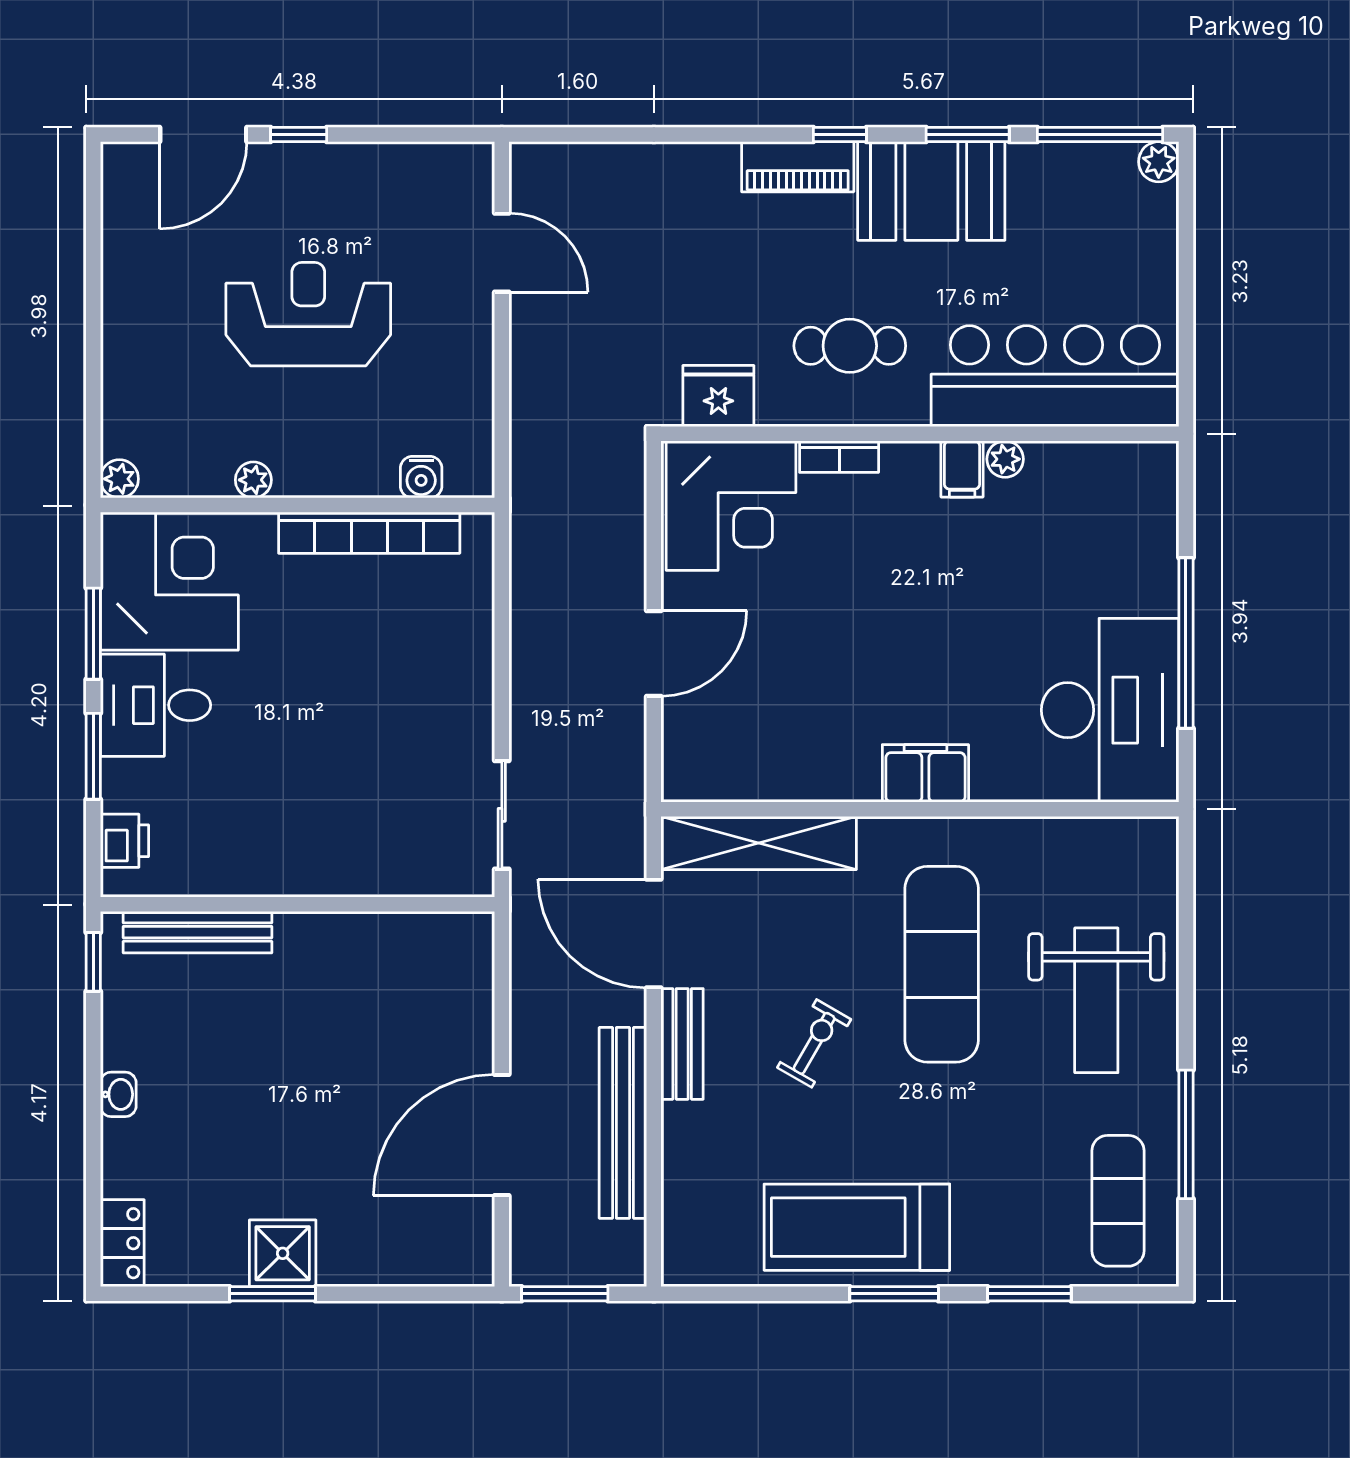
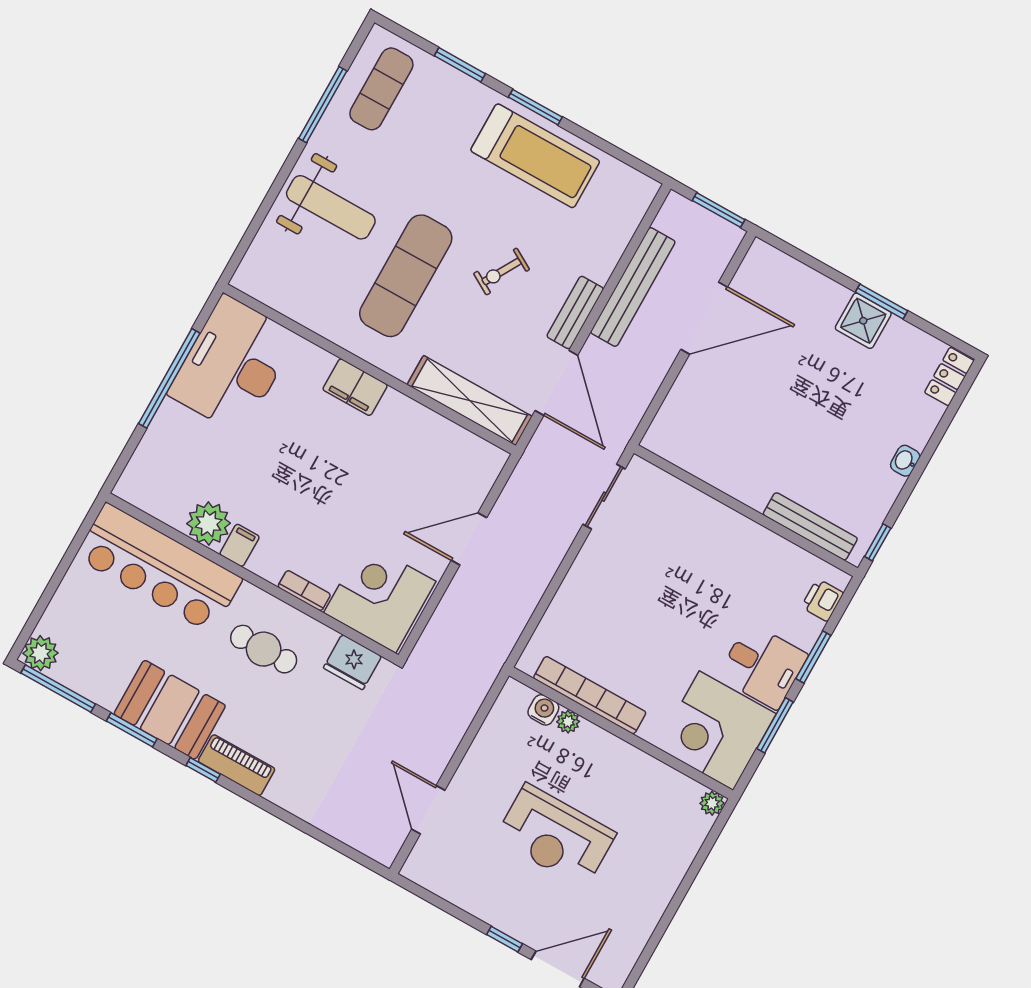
plant: (1159, 162) -> (40, 653), width x1.38, depth x1.38
plant: (1005, 459) -> (209, 523), width x1.87, depth x1.87
plant: (253, 480) -> (568, 722), moved
weight bench: (1096, 1000) -> (331, 207), turned 90

